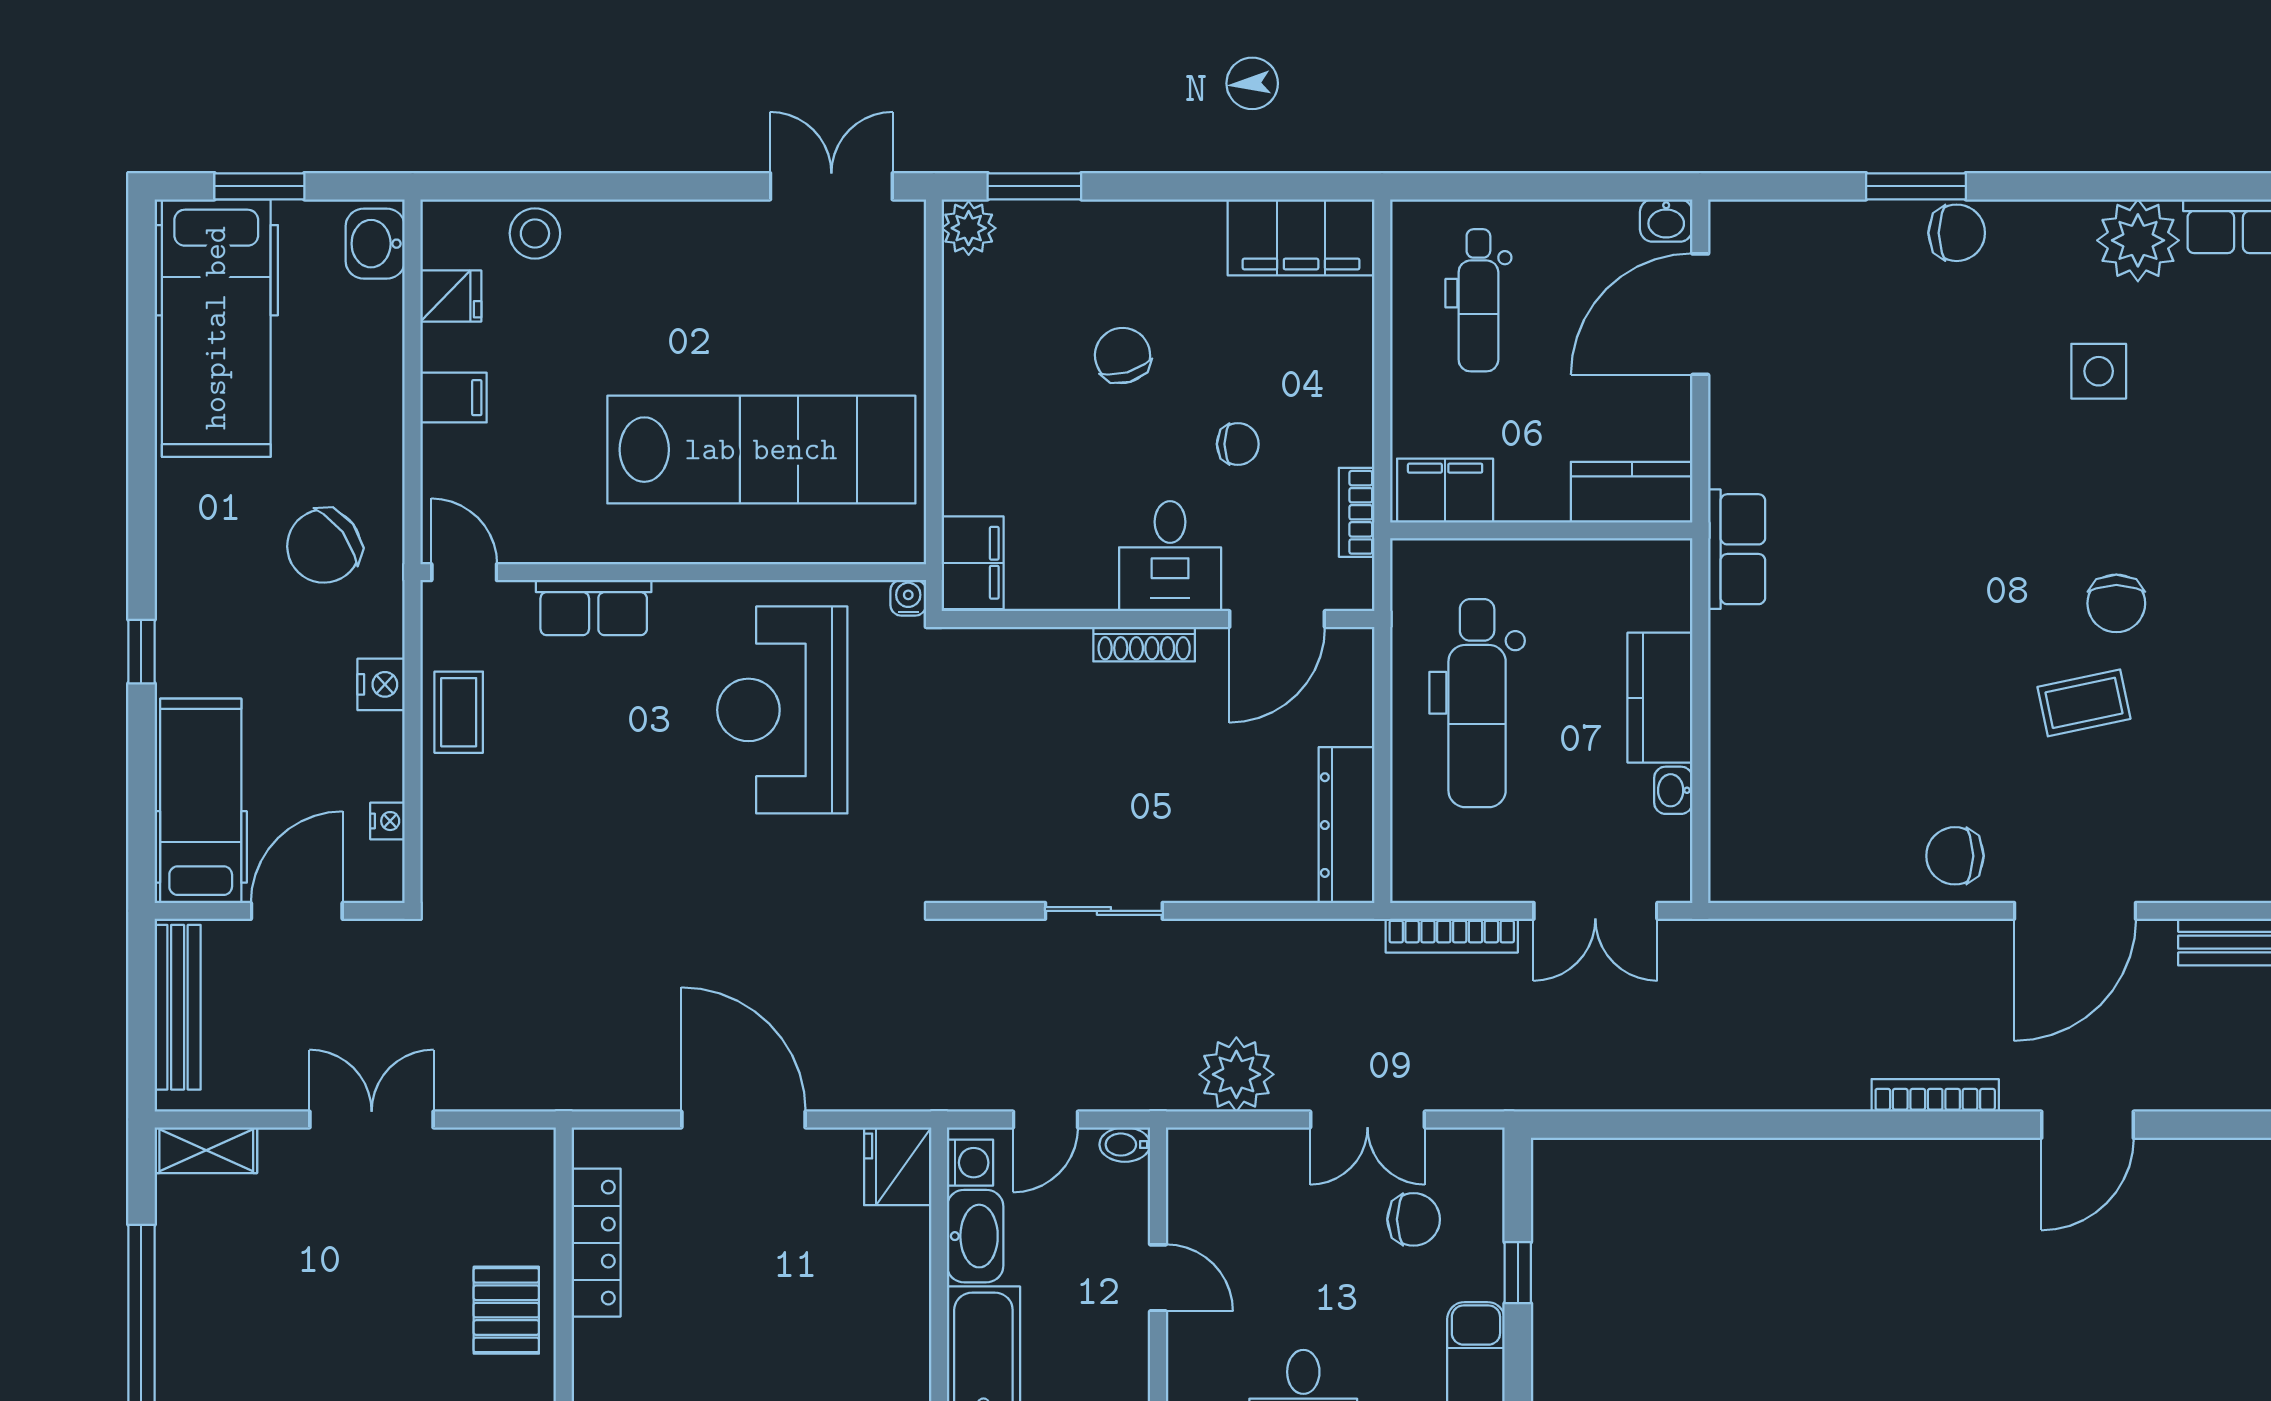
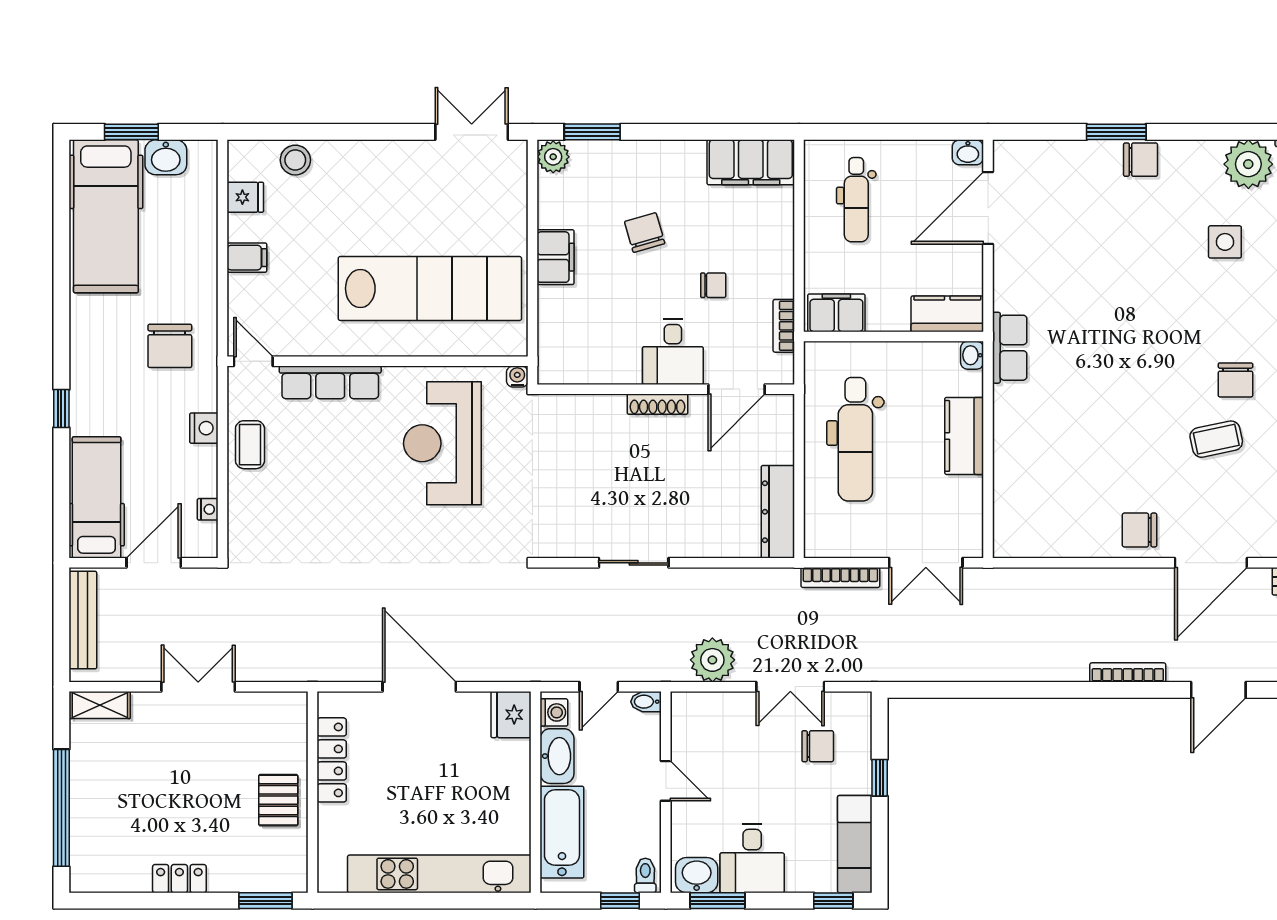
washbasin: (375, 244) -> (166, 157), moved, turned -90
chair: (324, 546) -> (170, 346), turned -53
filing cabinet: (973, 563) -> (556, 257), moved
row of seats: (594, 608) -> (330, 382), width x1.48
washbasin: (1673, 790) -> (972, 355), moved

